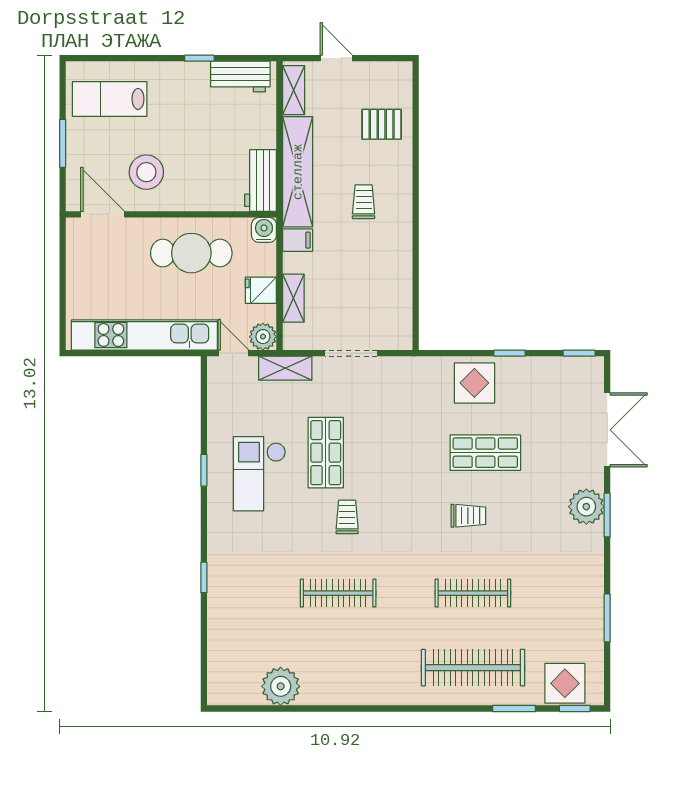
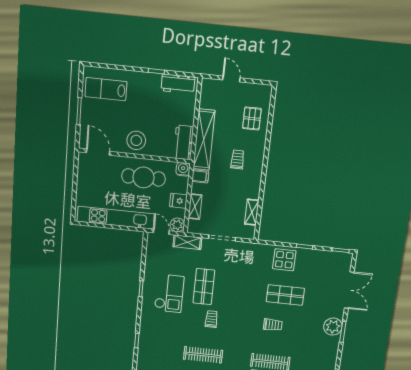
shelving: (294, 90) -> (252, 212), moved
pallet: (382, 124) -> (252, 118), turned 90
stool: (146, 172) -> (136, 140), moved
checkout: (259, 474) -> (169, 293), turned 180

